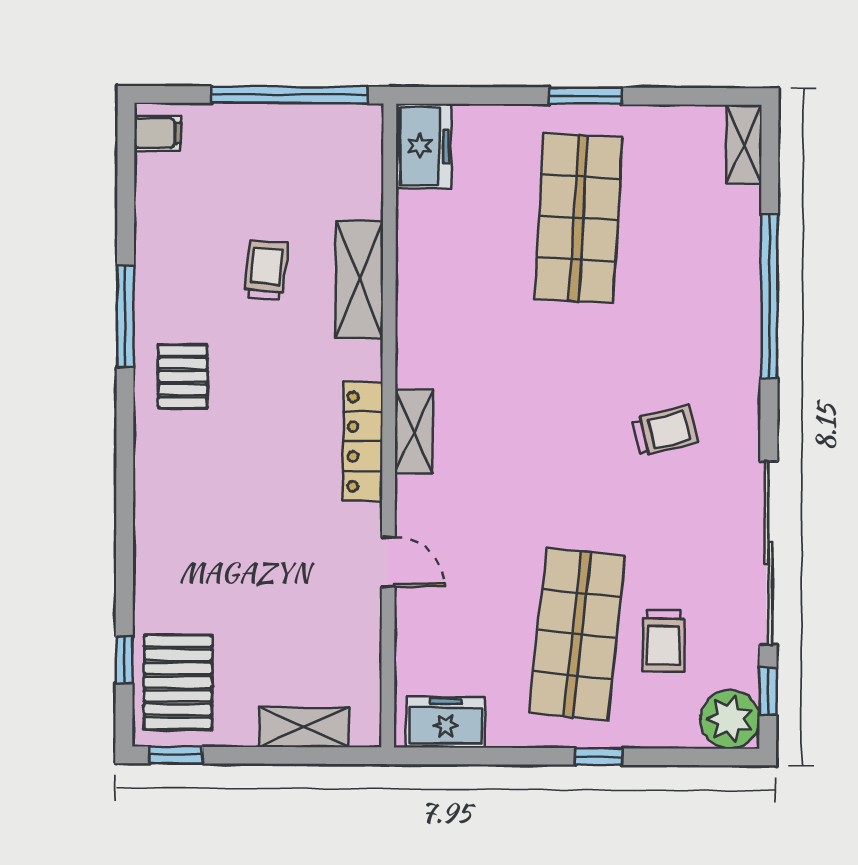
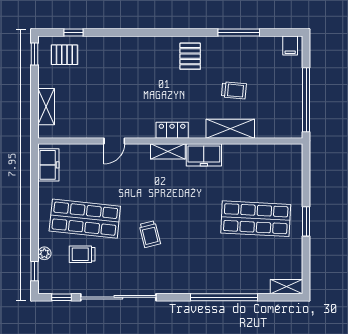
freezer: (424, 146) -> (204, 155), moved
window: (125, 316) -> (239, 33), moved
pallet: (183, 376) -> (190, 56), turned 90
trolley: (665, 431) -> (150, 234), moved
locker: (363, 442) -> (172, 130), width x0.66
pallet: (178, 682) -> (64, 55), width x0.67, depth x0.71
plant: (730, 719) -> (44, 253), moved, width x0.53, depth x0.53
window: (599, 757) -> (34, 271), moved

